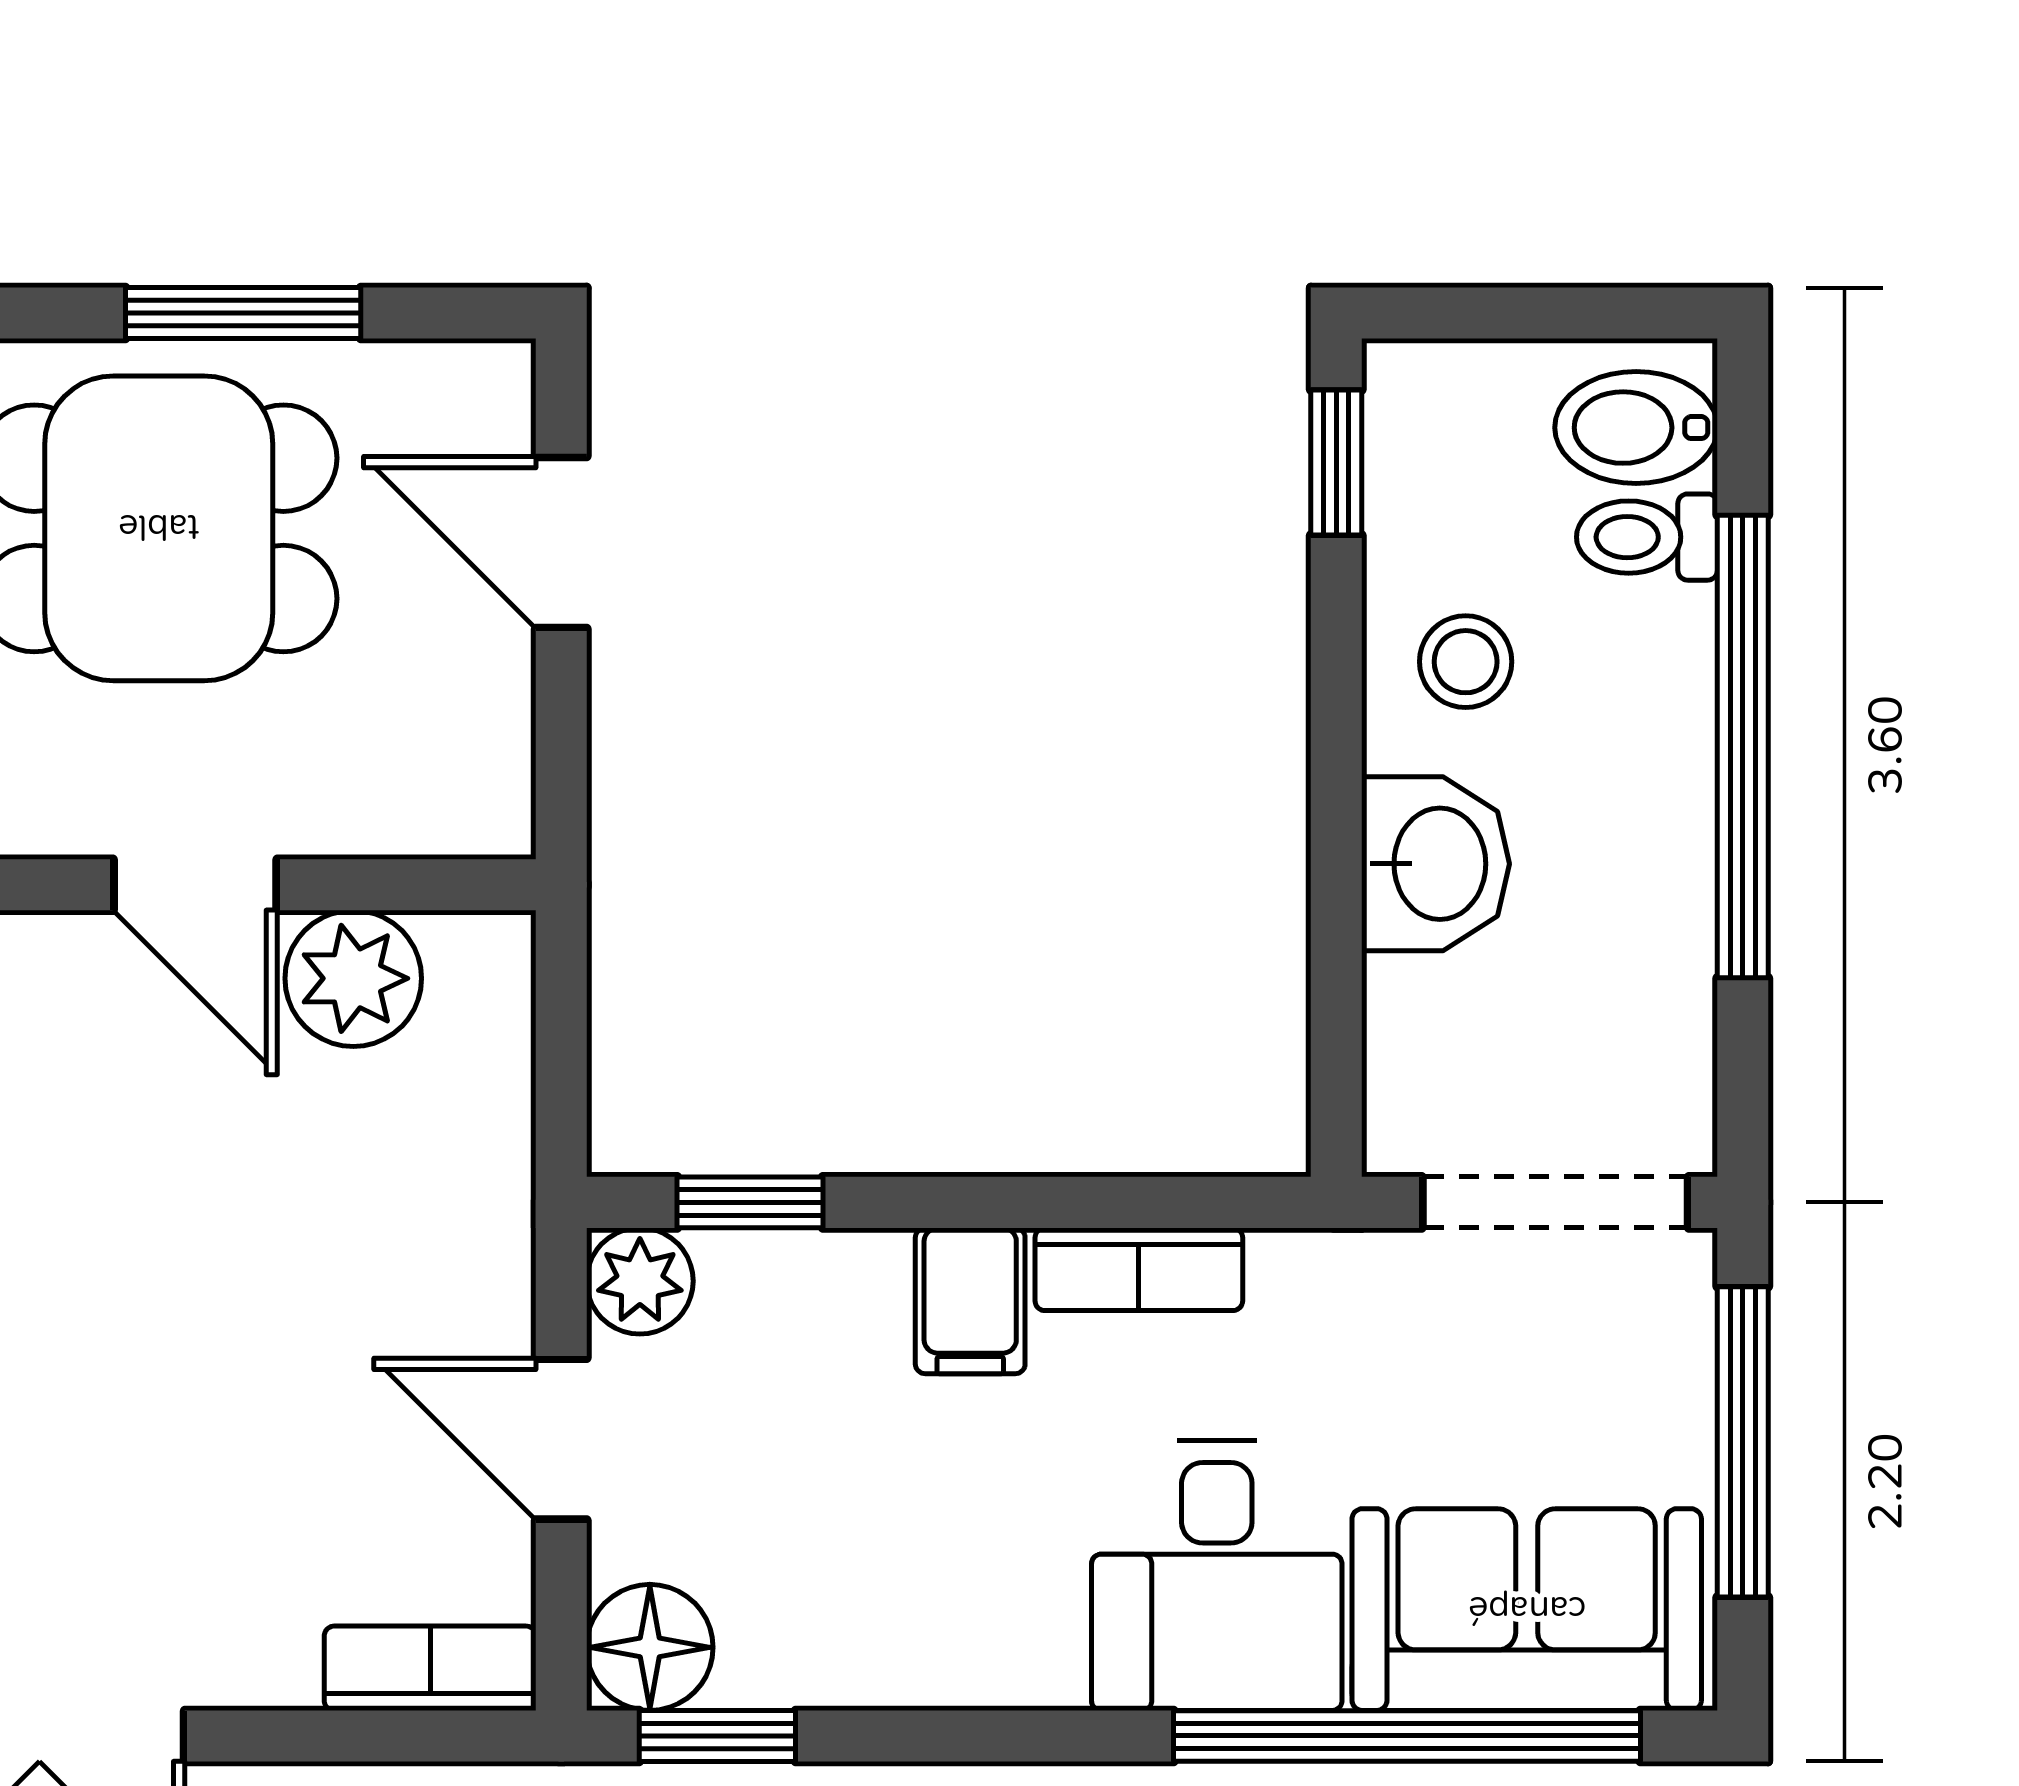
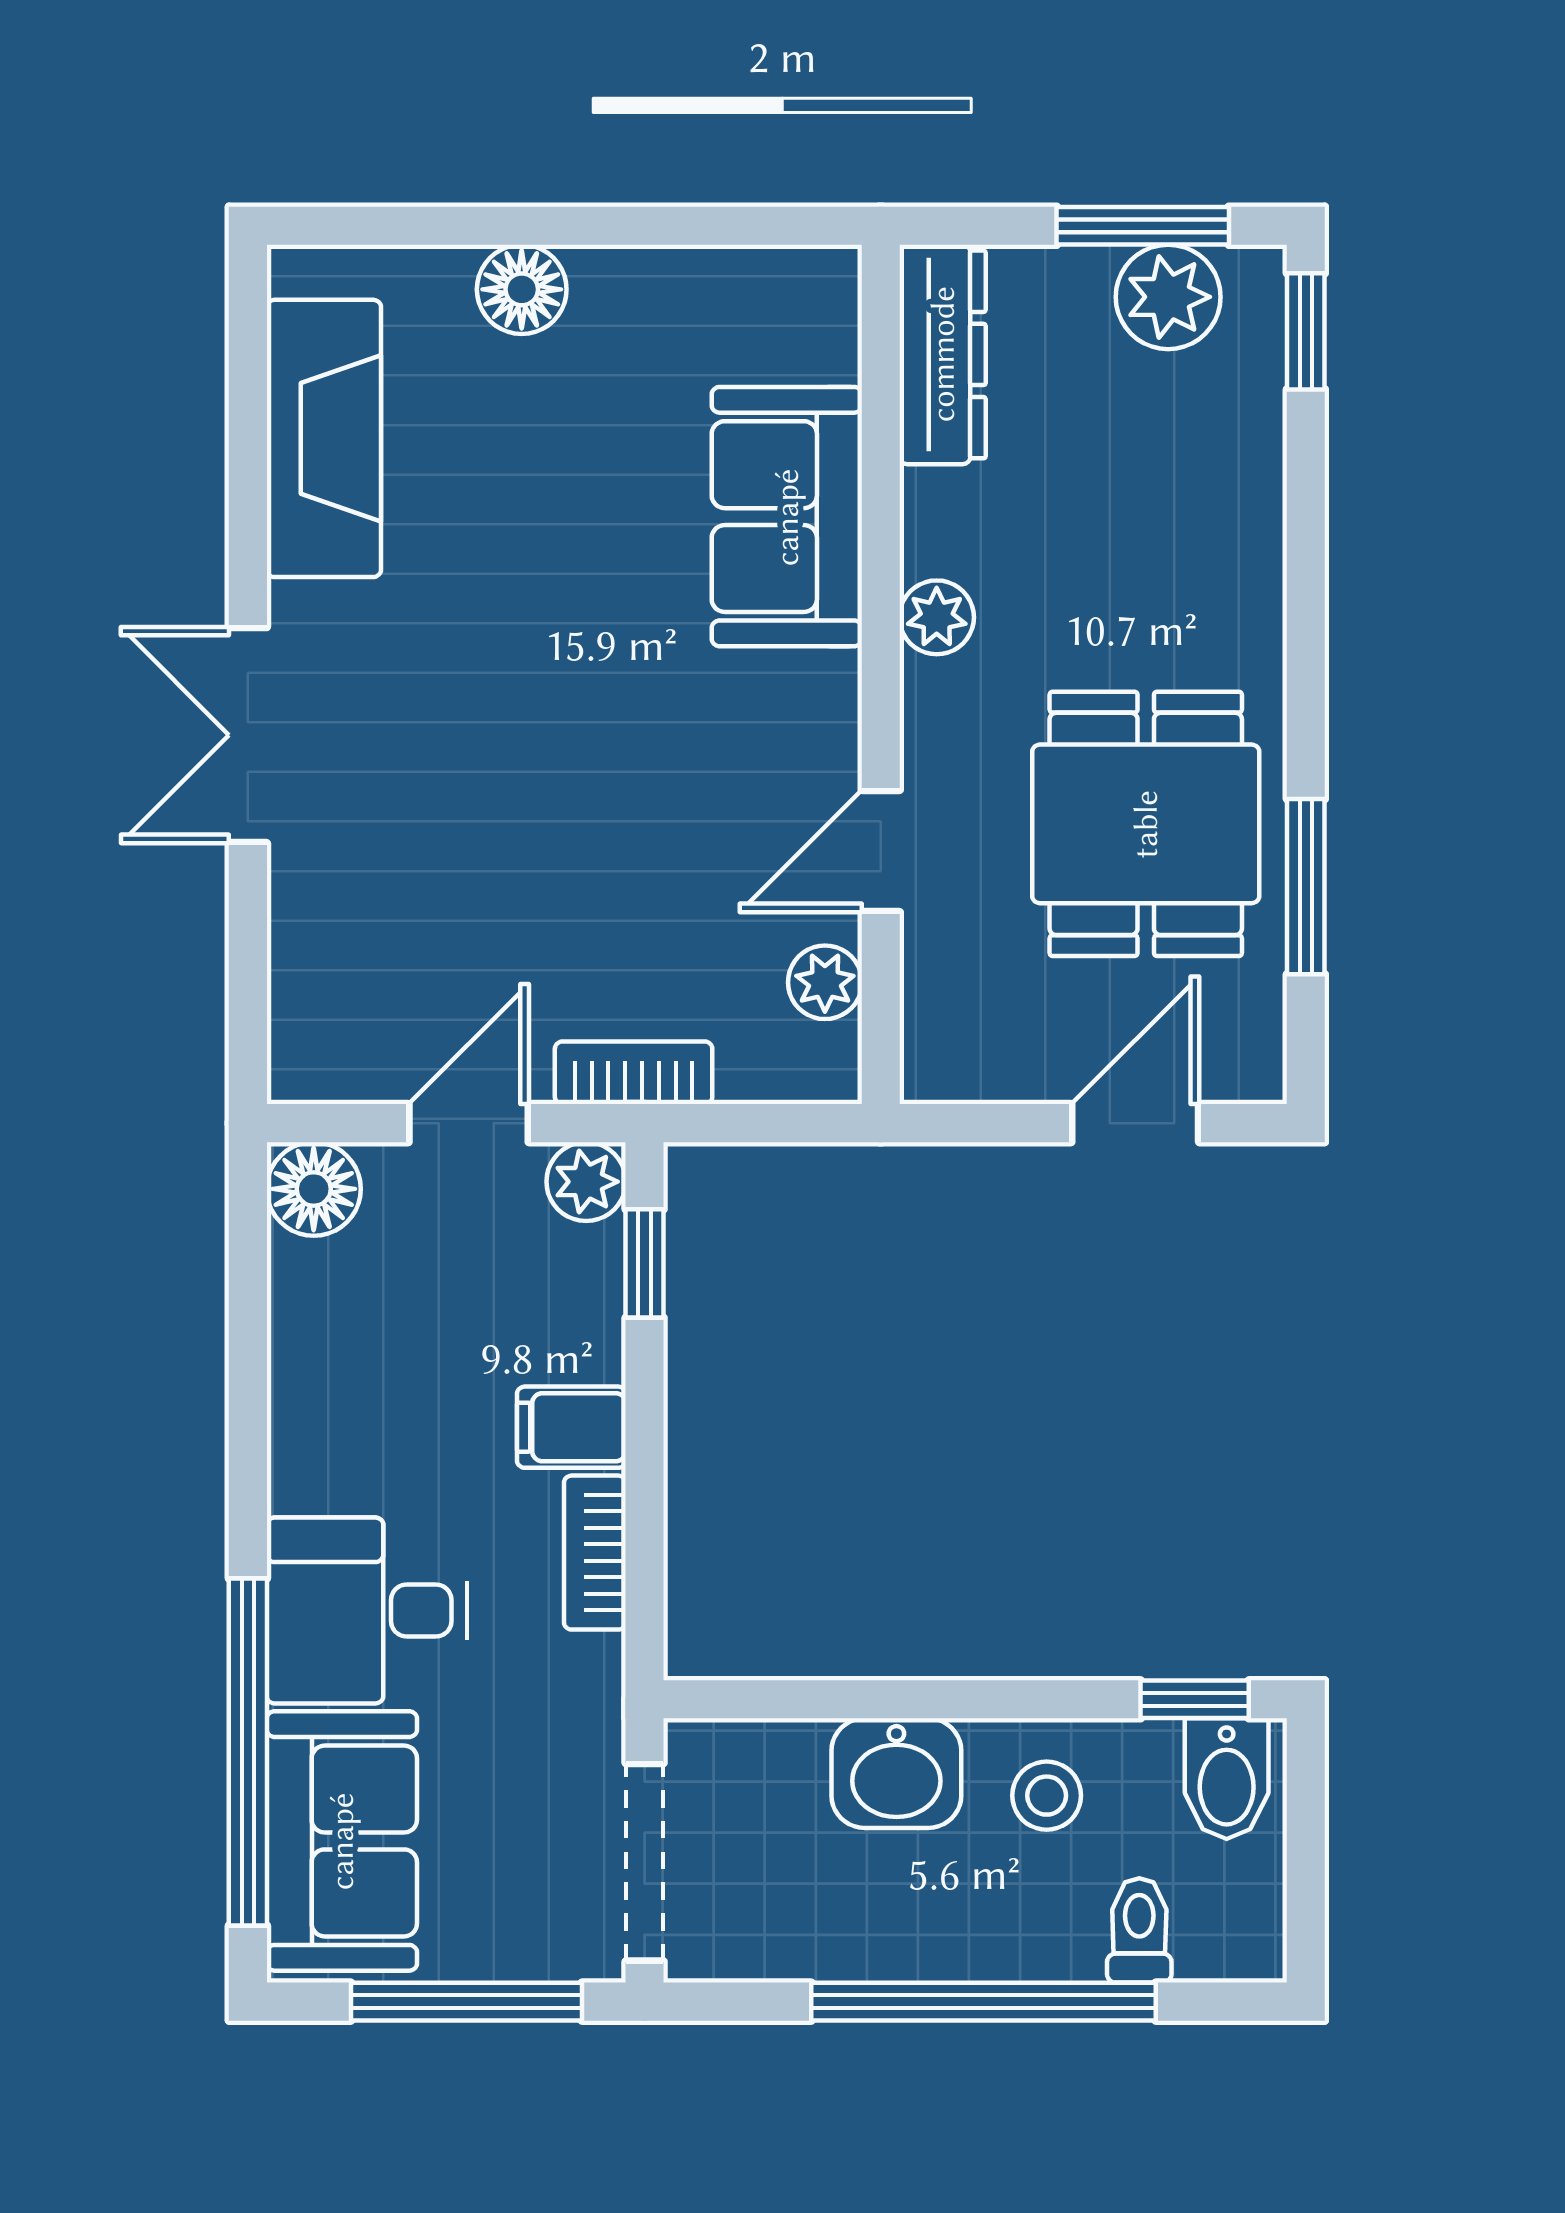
bidet: (1636, 428) -> (1227, 1779), moved, turned 180
plant: (353, 978) -> (825, 982), width x0.73, depth x0.73
bookcase: (430, 1668) -> (634, 1073), moved, turned -90
window: (717, 1736) -> (248, 1239), removed

